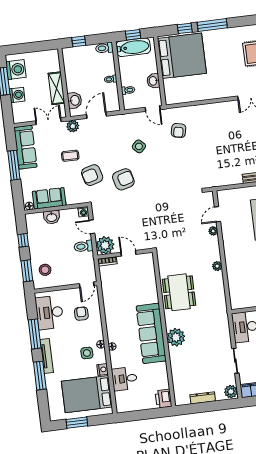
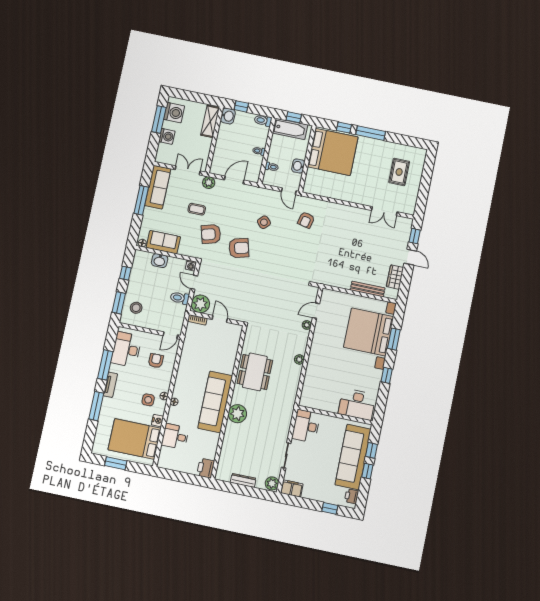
shelving: (56, 88) -> (210, 121), moved
washbasin: (75, 100) -> (228, 116), moved
tv unit: (47, 356) -> (110, 385), width x0.71

